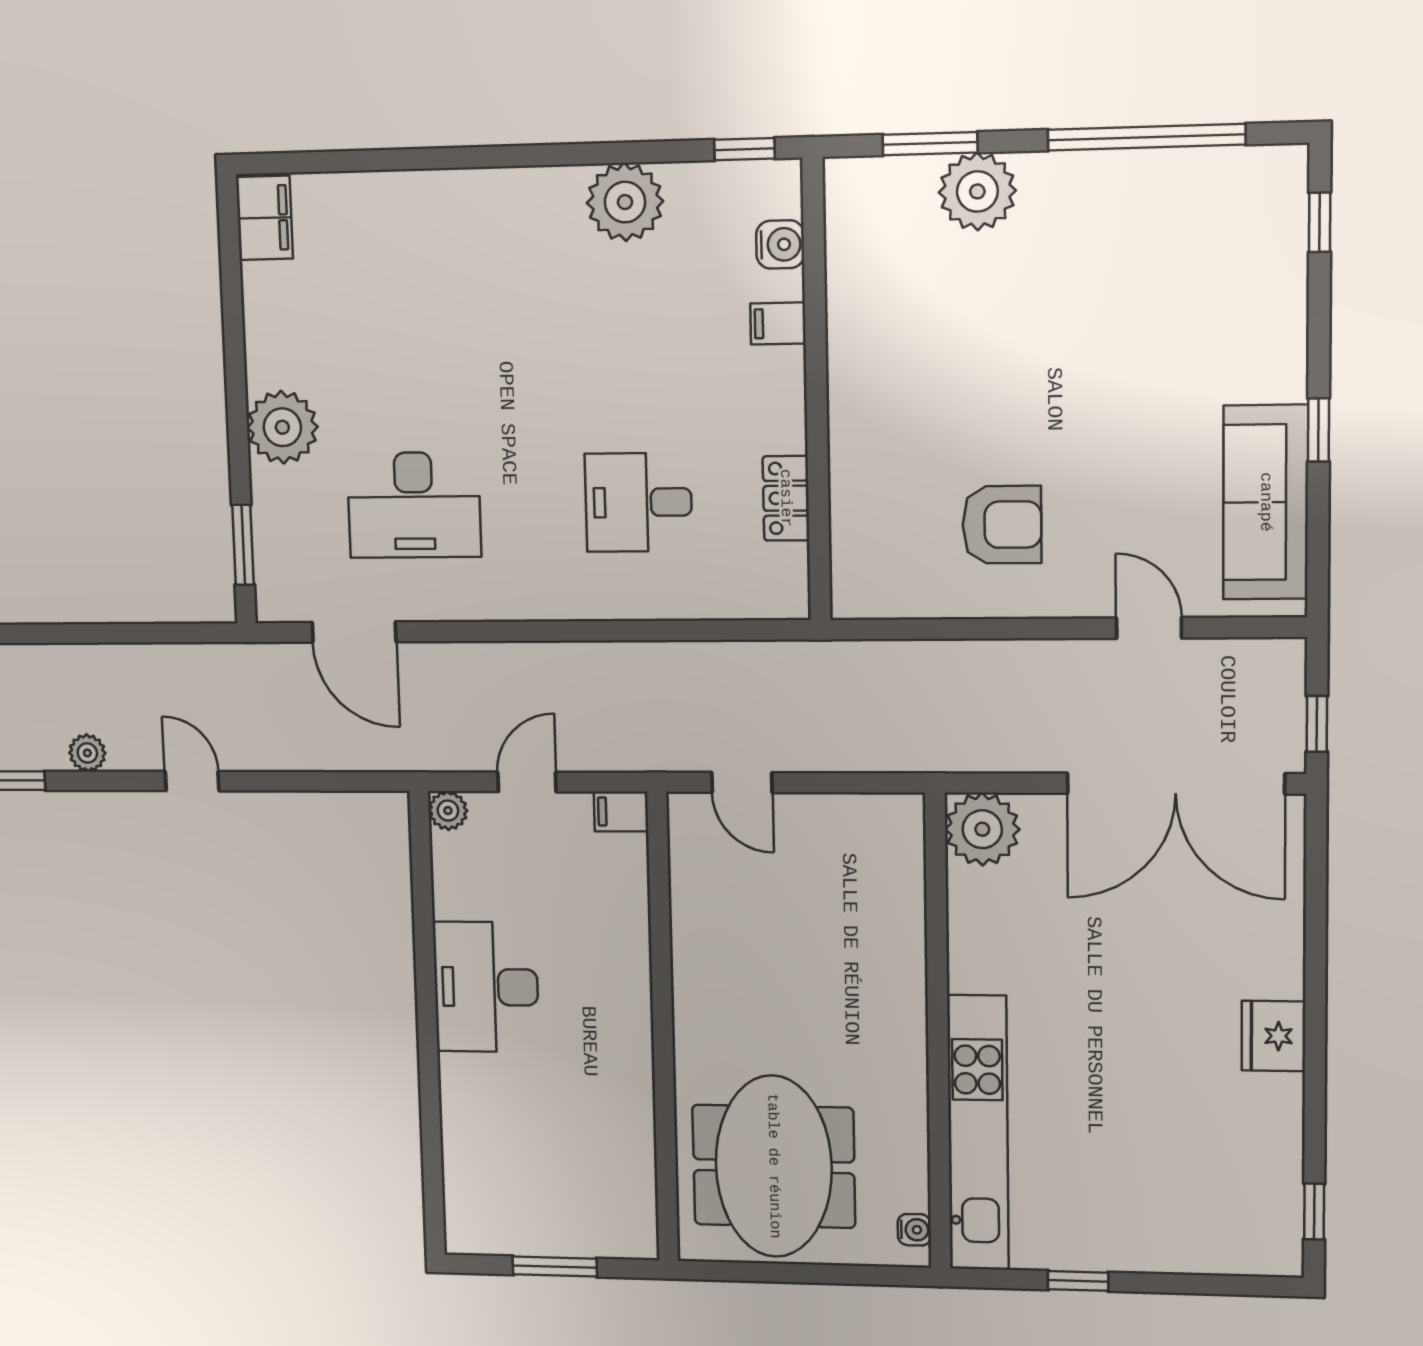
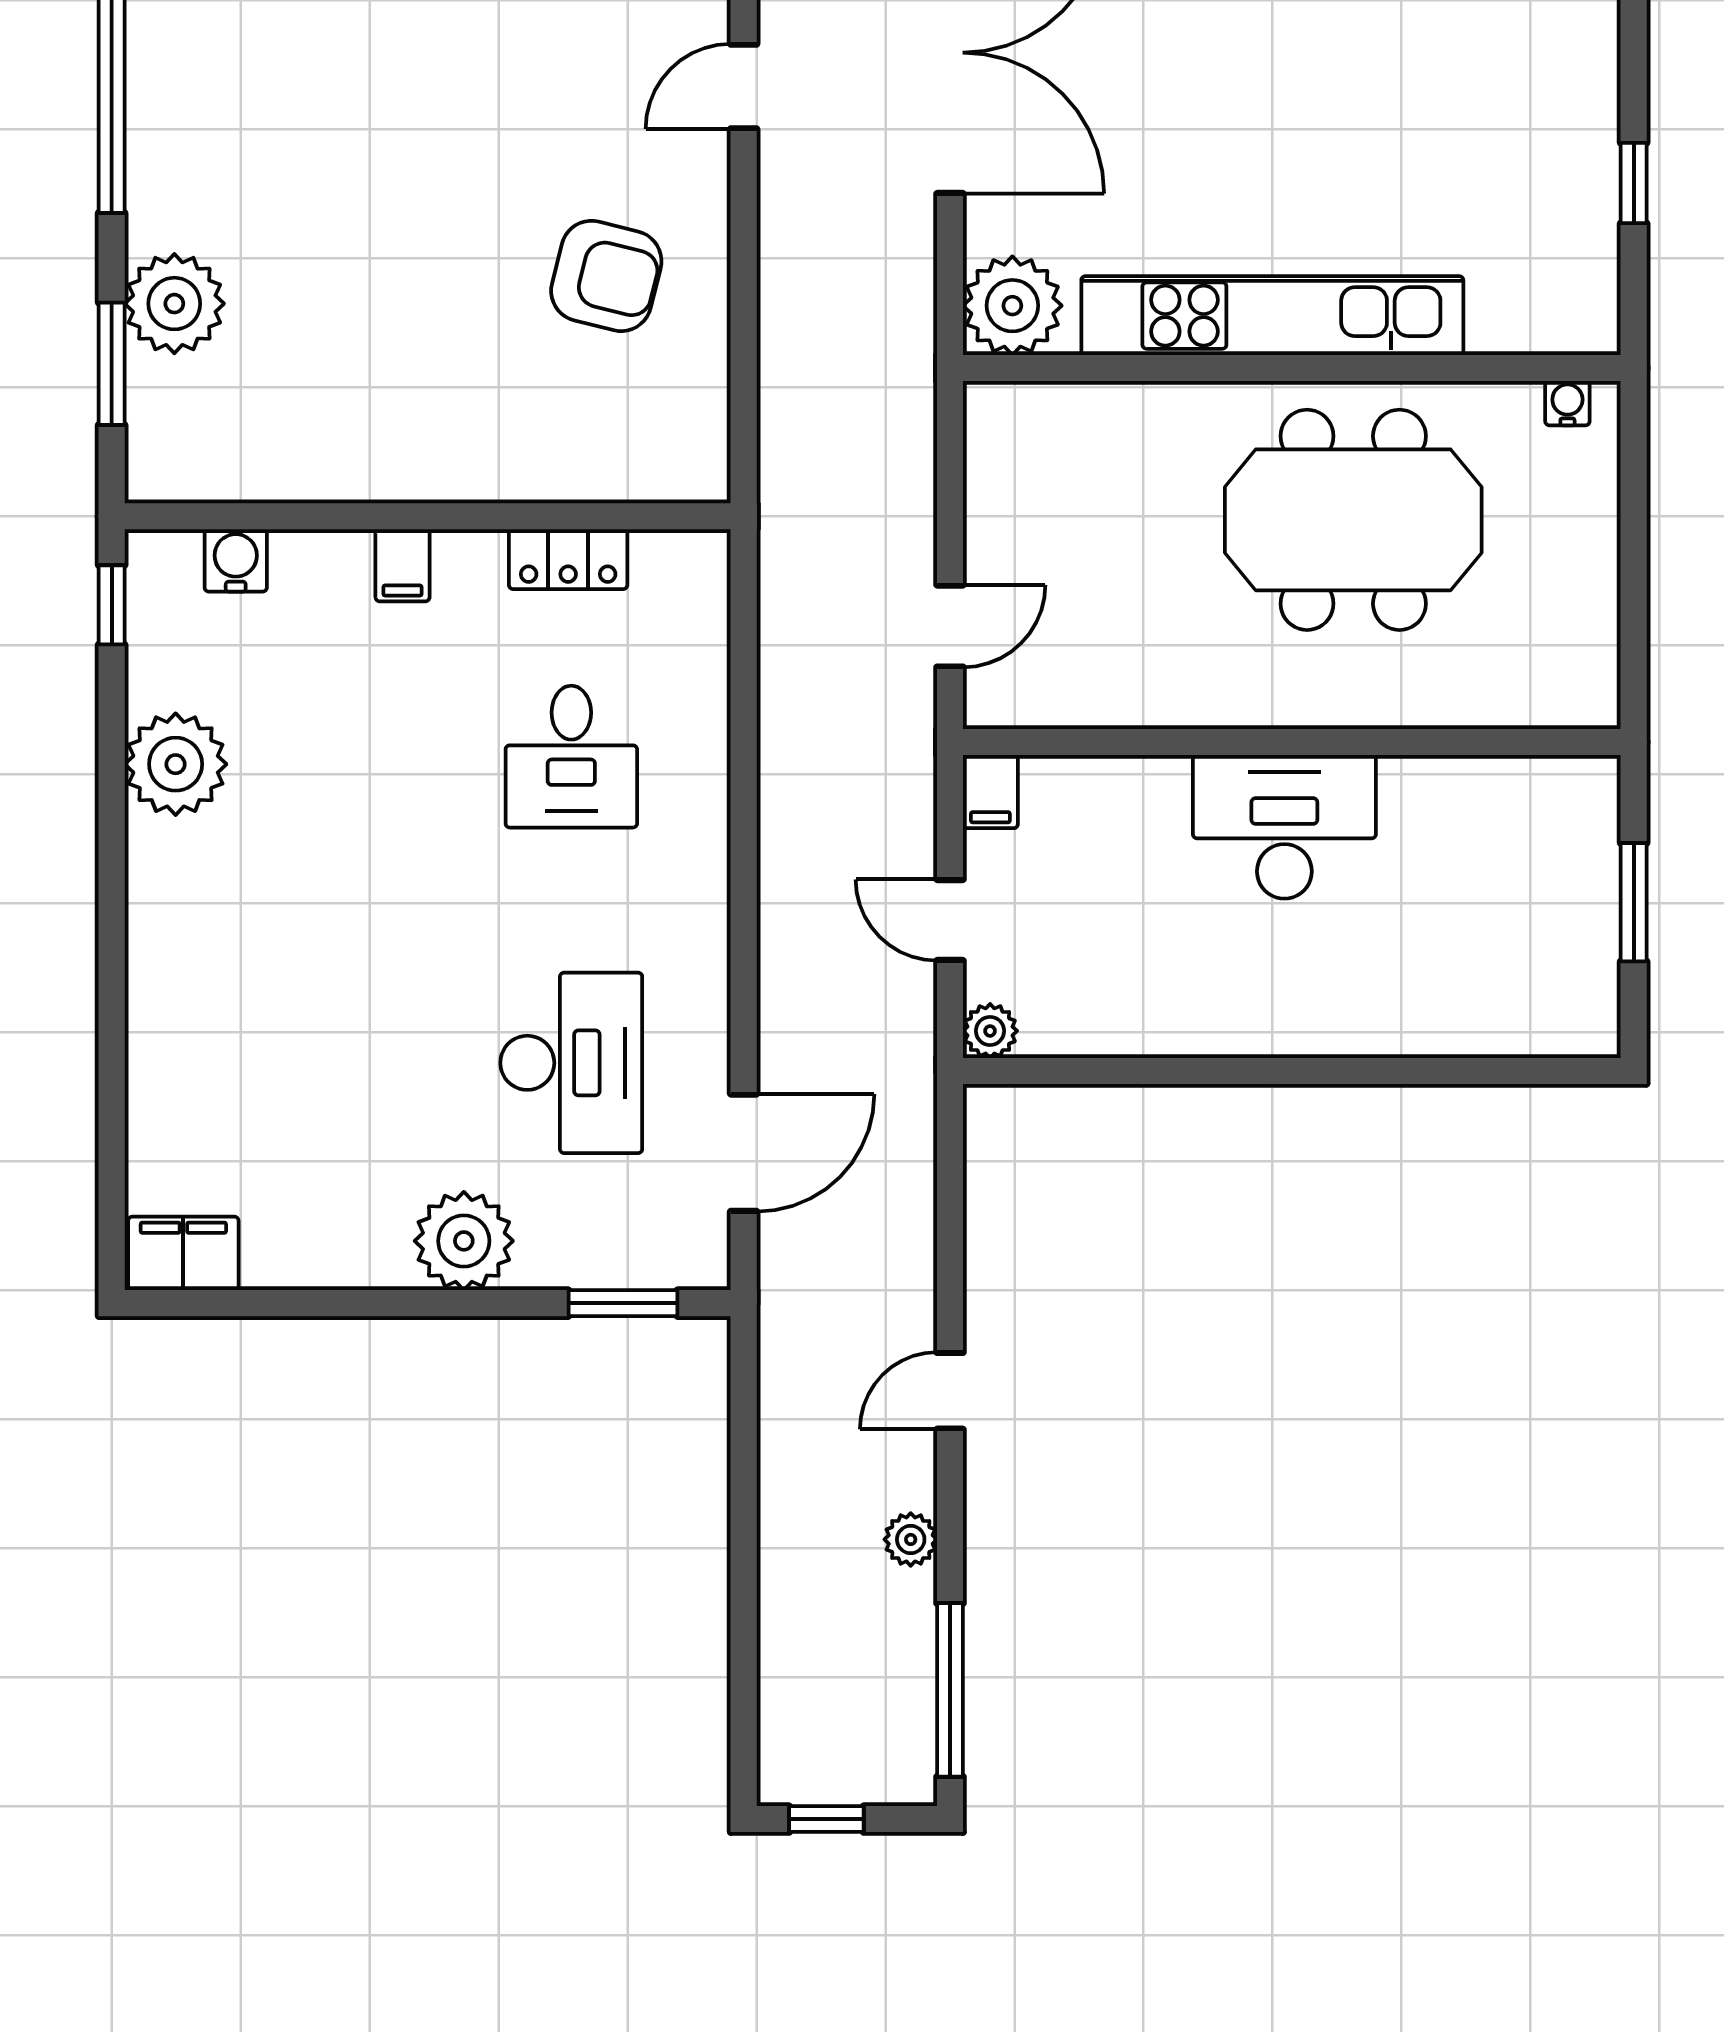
filing cabinet: (778, 323) -> (403, 565), moved
armchair: (1002, 525) -> (606, 276), turned 104
desk: (486, 987) -> (1284, 827), moved, turned 180
kitchen unit: (978, 1133) -> (1272, 316), moved
meeting table: (774, 1166) -> (1353, 520), moved

